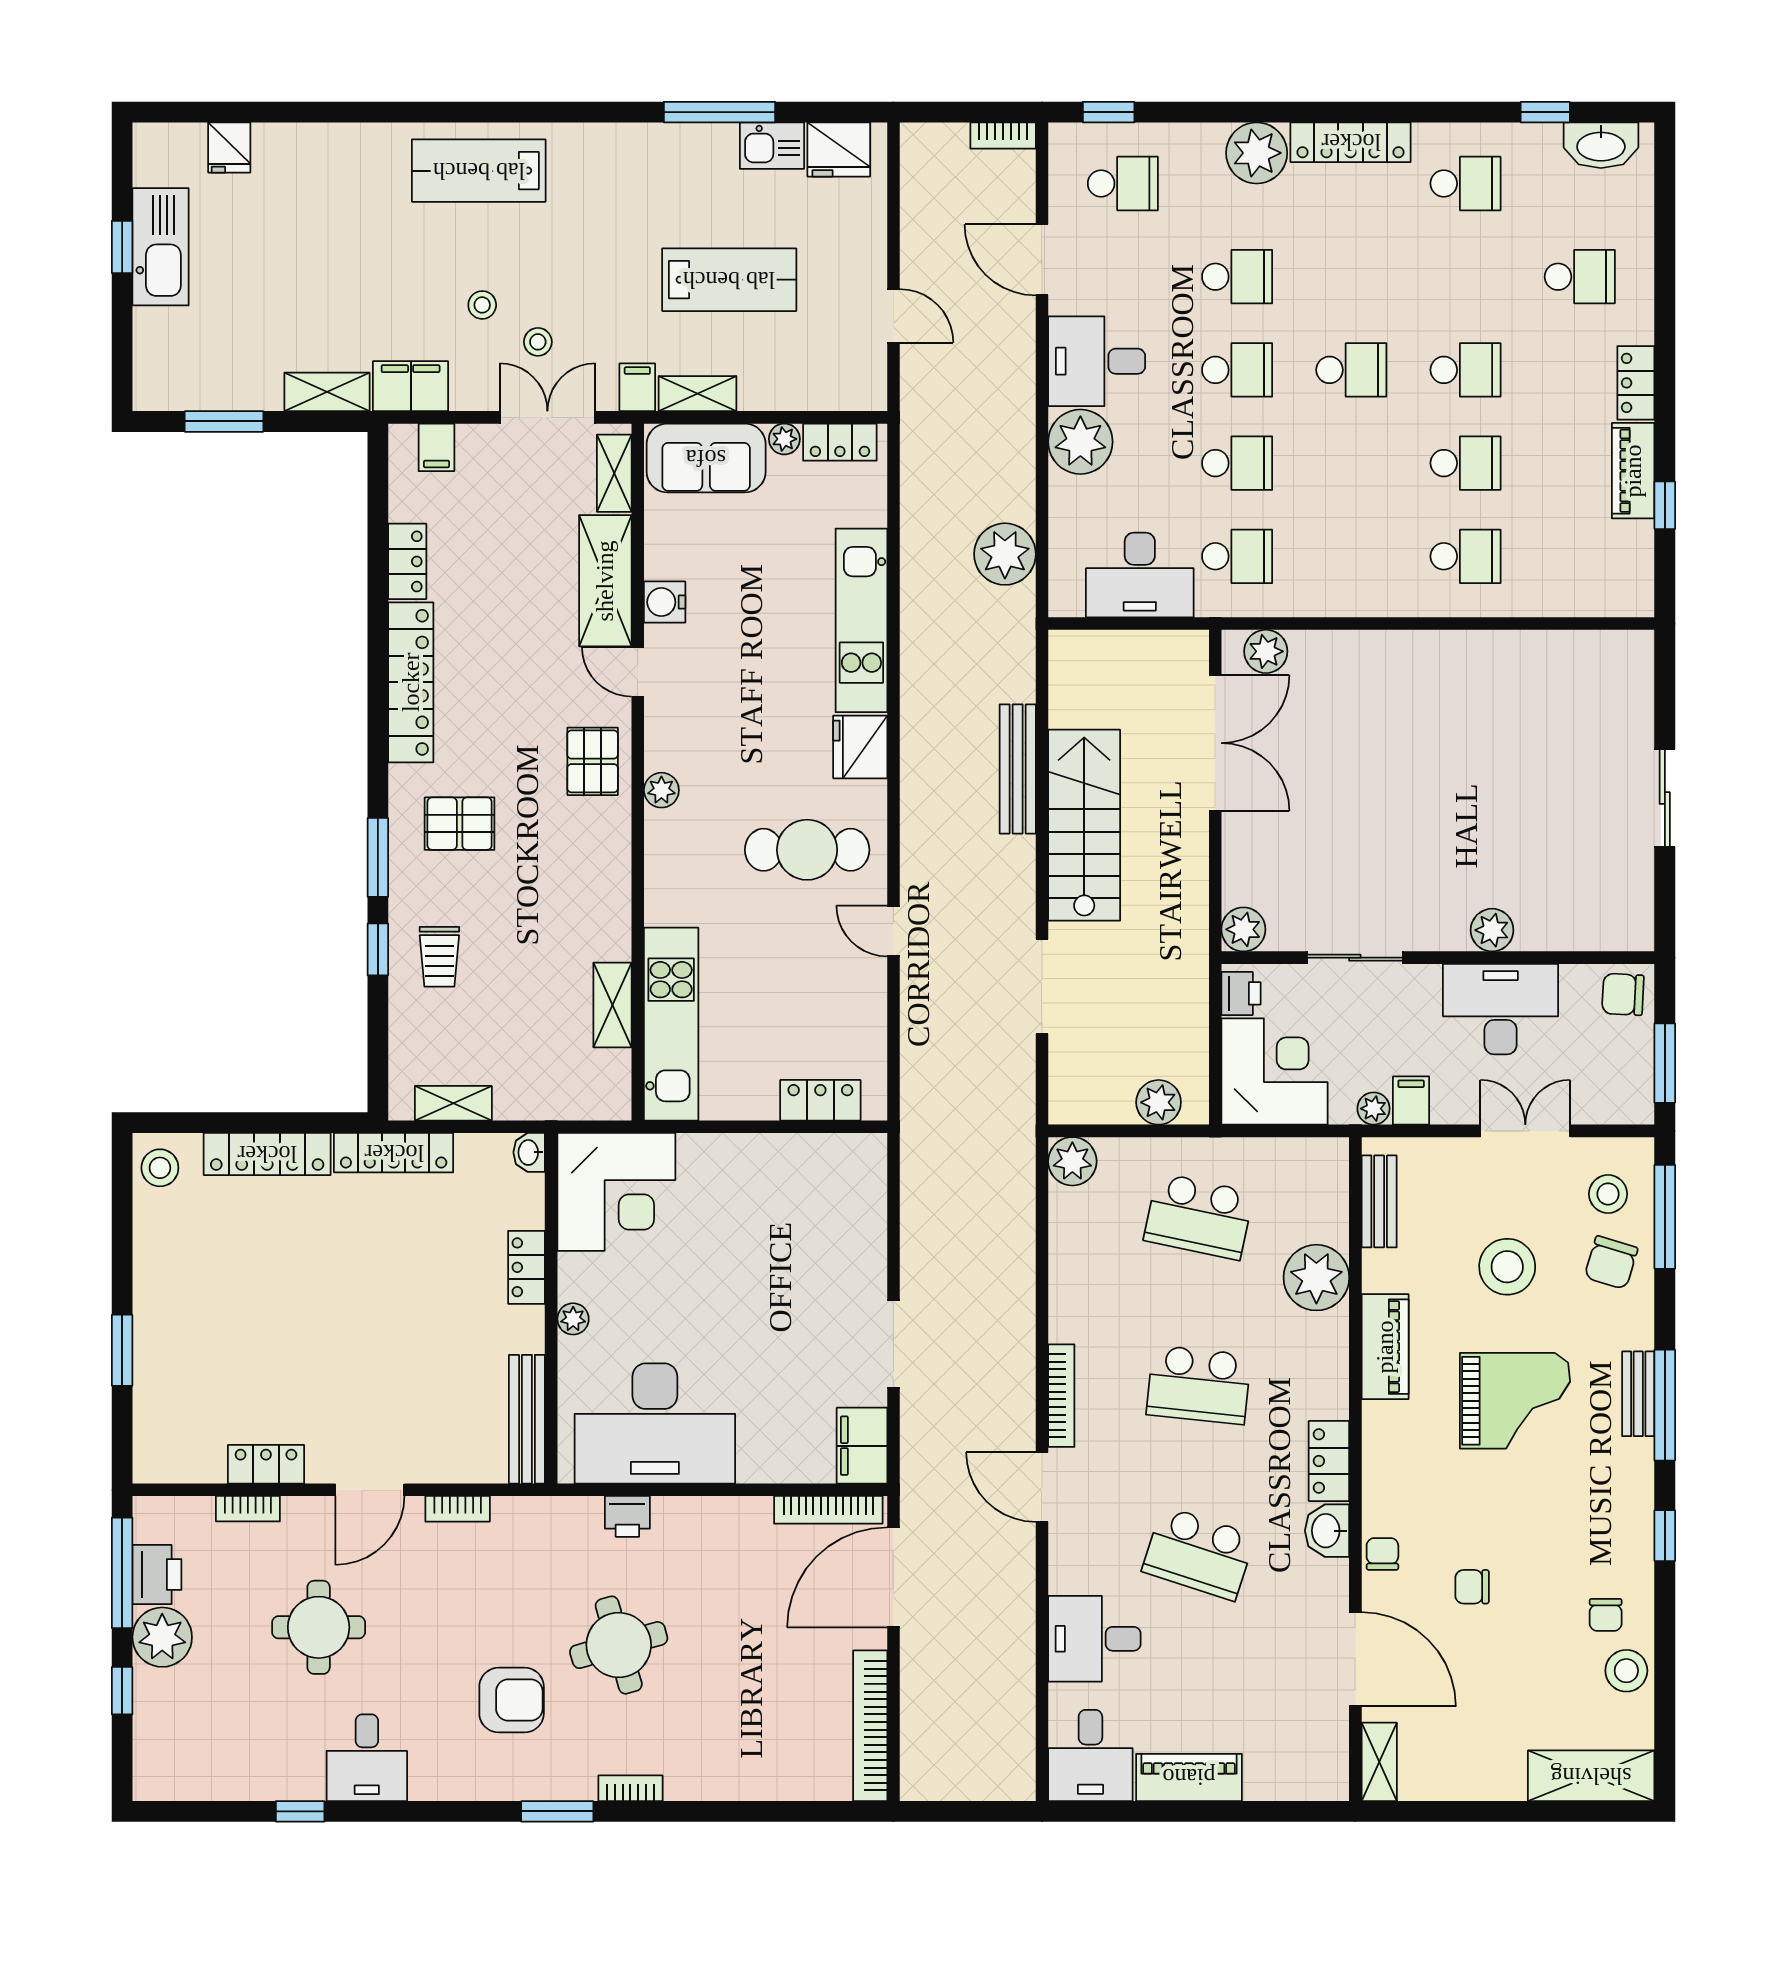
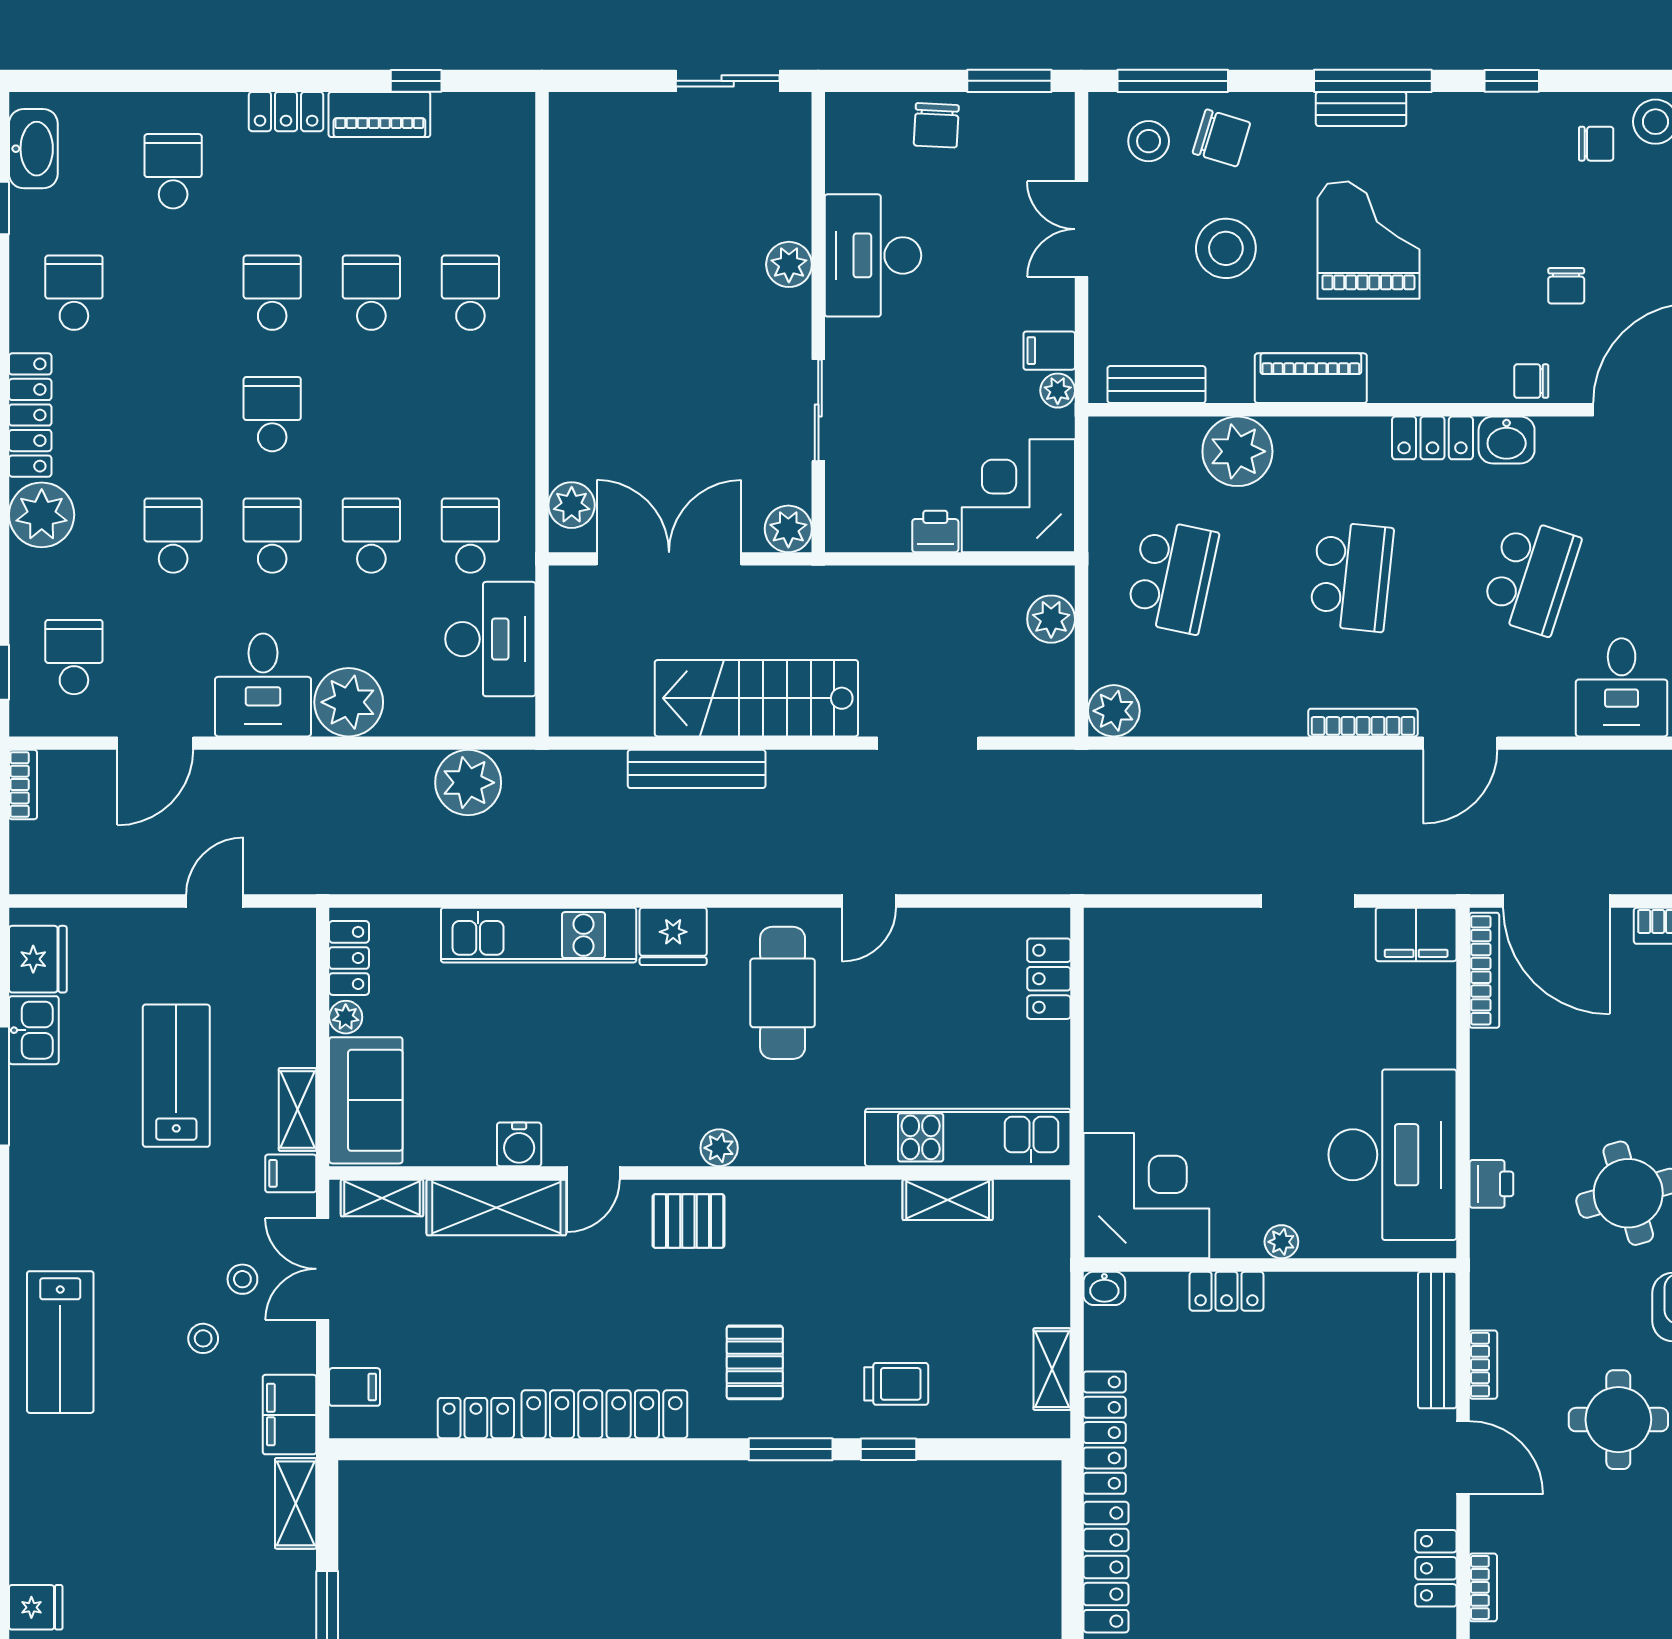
plant: (1243, 929) -> (788, 529), moved
plant: (1492, 930) -> (789, 264), moved
sliding door: (1355, 958) -> (818, 410), moved
wall: (1438, 958) -> (818, 322), moved
desk: (1501, 1009) -> (873, 255), moved
bench: (527, 1419) -> (1437, 1340), moved, turned 90
round table: (319, 1627) -> (1618, 1420), moved

